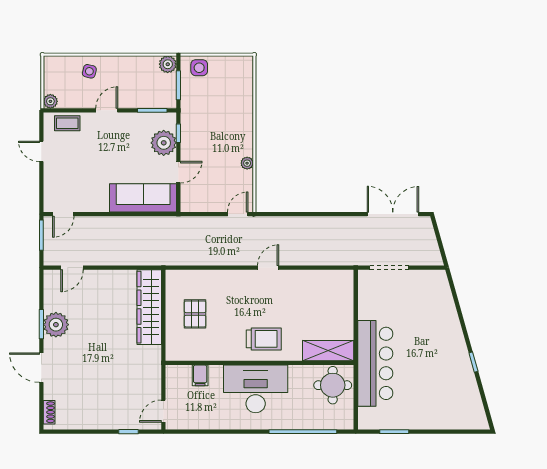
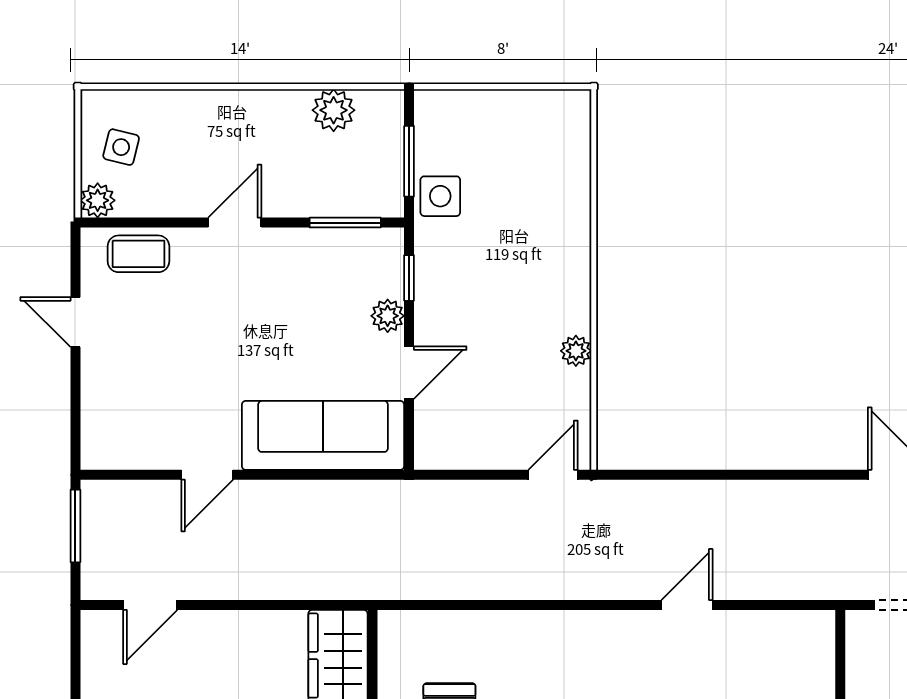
plant: (168, 64) -> (334, 110), moved
side table: (199, 68) -> (440, 196), moved
side table: (89, 71) -> (121, 147), moved
plant: (164, 143) -> (388, 316), width x0.53, depth x0.53
door: (63, 214) -> (207, 475), moved
door: (268, 268) -> (687, 605), moved

